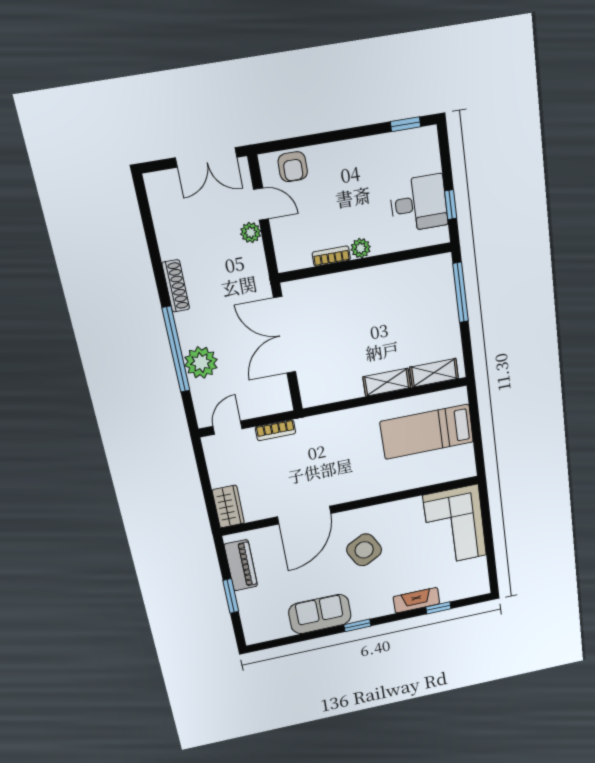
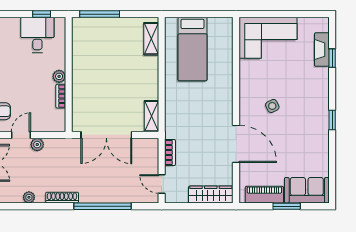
plant: (201, 362) -> (29, 197), moved, width x0.53, depth x0.53
shelving: (387, 382) -> (151, 116), moved
wardrobe: (228, 507) -> (211, 195), width x1.50
side table: (364, 550) -> (272, 106), width x0.54, depth x0.54
fireplace: (416, 600) -> (322, 50), moved
sofa: (320, 614) -> (307, 190), moved, turned 90

